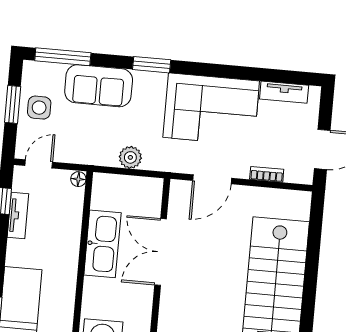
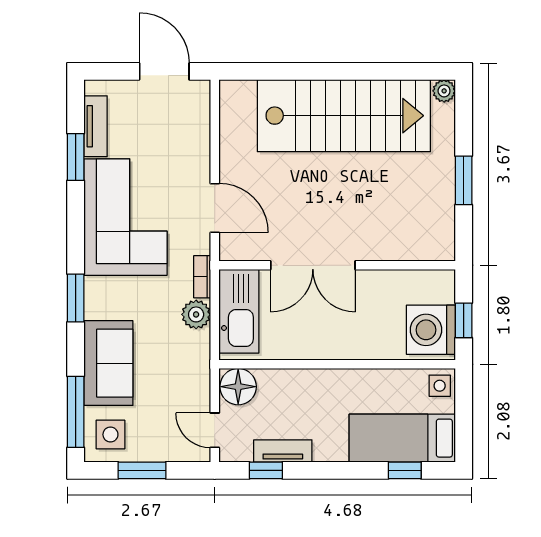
window: (262, 74) -> (76, 157), added
side table: (39, 108) -> (110, 435), moved
bookcase: (267, 174) -> (202, 277), moved
floor lamp: (78, 179) -> (238, 387), width x1.89, depth x1.89
kitchen sink: (102, 244) -> (239, 311), moved, turned 90

